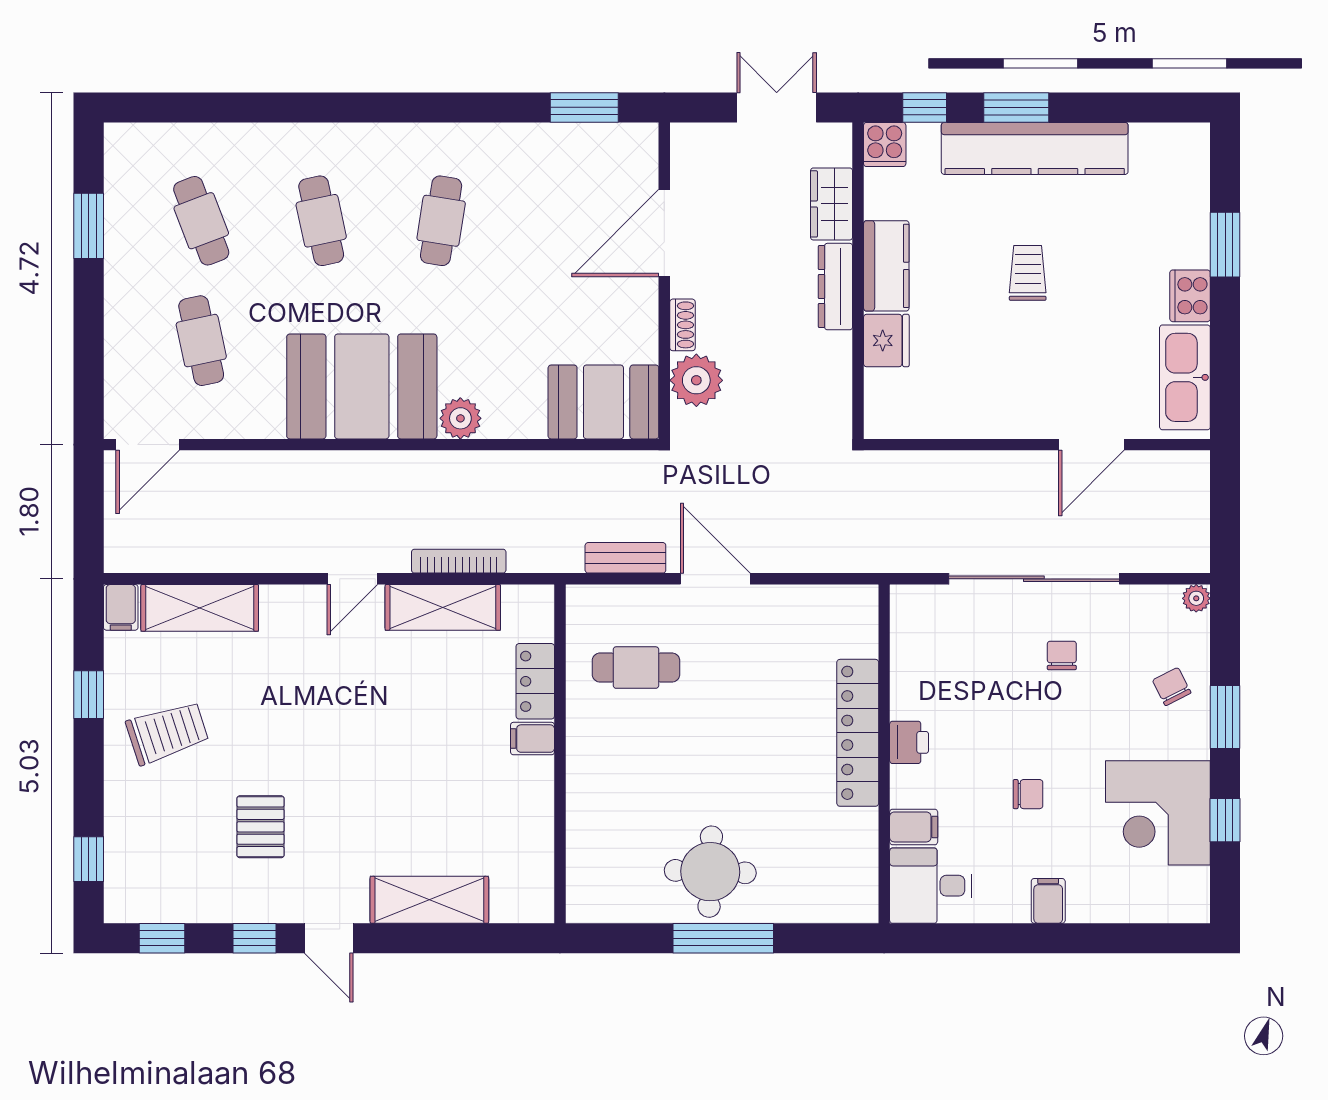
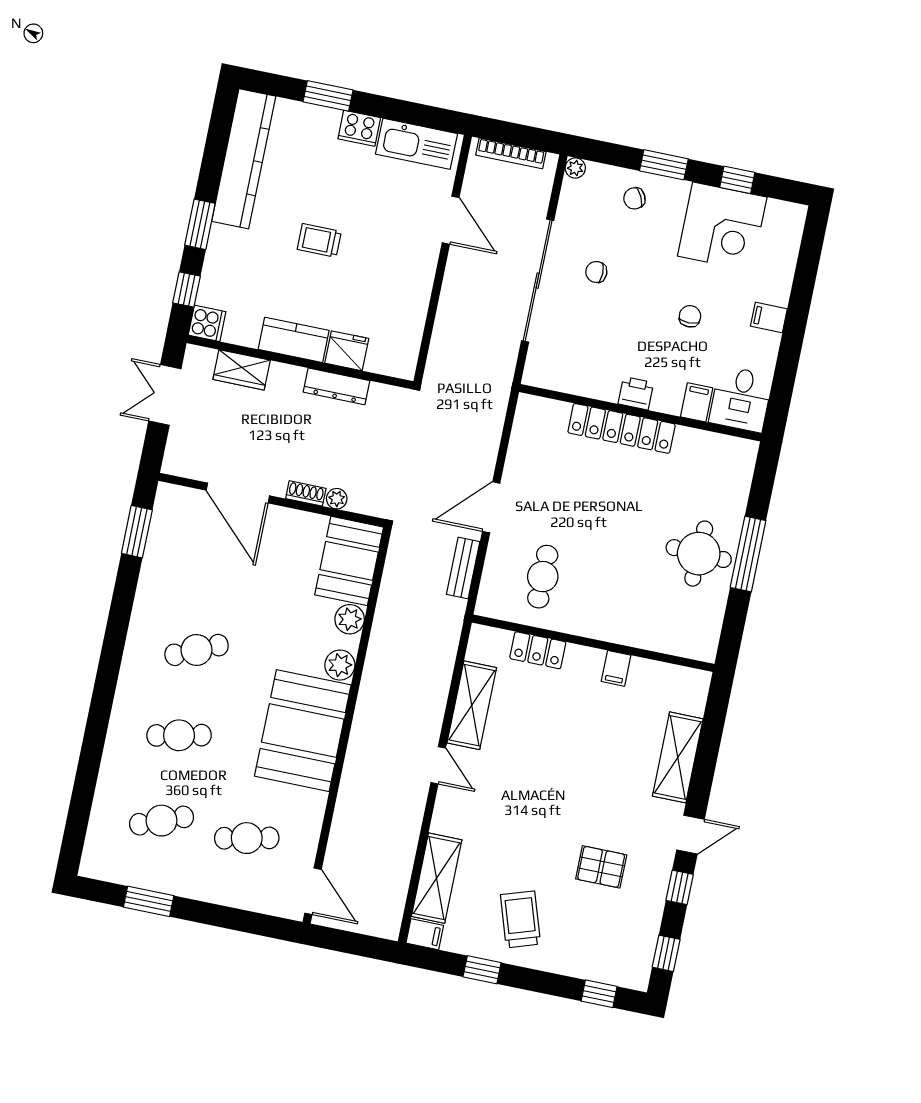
kitchen counter: (1035, 148) -> (244, 159), moved
cafe table: (441, 221) -> (197, 650), turned -33
dresser: (835, 287) -> (337, 386), moved
plant: (696, 380) -> (337, 499), width x0.53, depth x0.53
plant: (525, 419) -> (350, 619), added
bookcase: (459, 561) -> (511, 153), moved, turned -90
filing cabinet: (533, 739) -> (616, 668), moved

